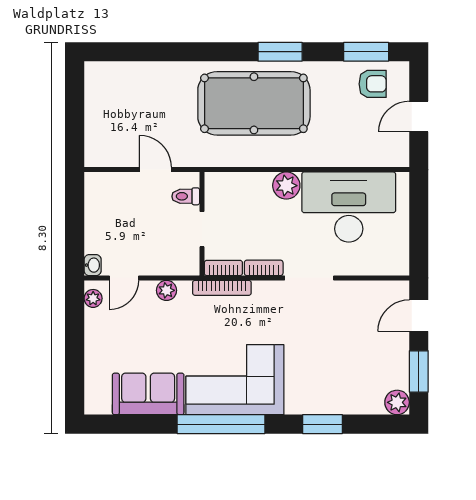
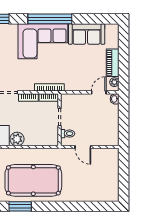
plant: (166, 290) -> (77, 86), removed
piano: (96, 337) -> (113, 63), added

